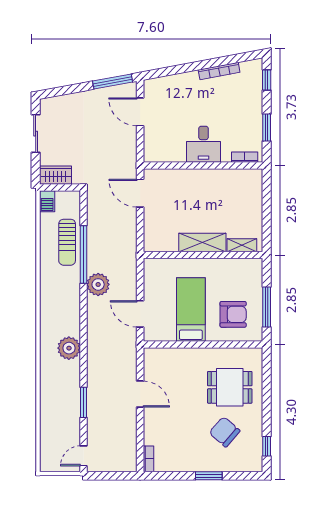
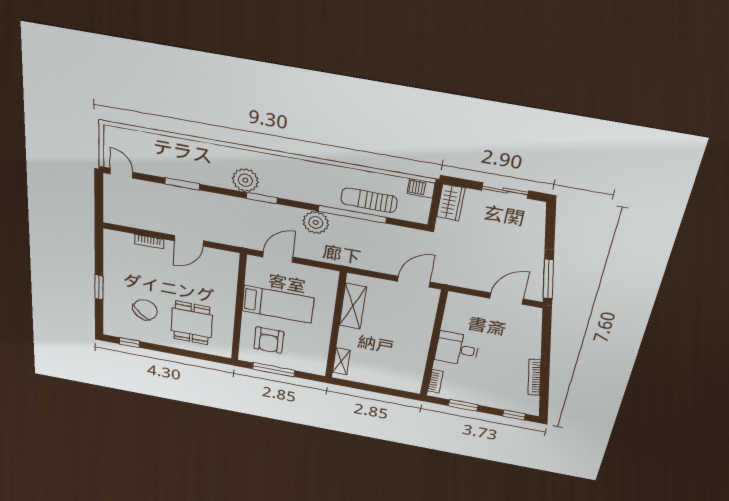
shelving: (202, 242) -> (353, 306), moved
window: (84, 333) -> (262, 198), added
bookcase: (148, 459) -> (149, 242), moved

